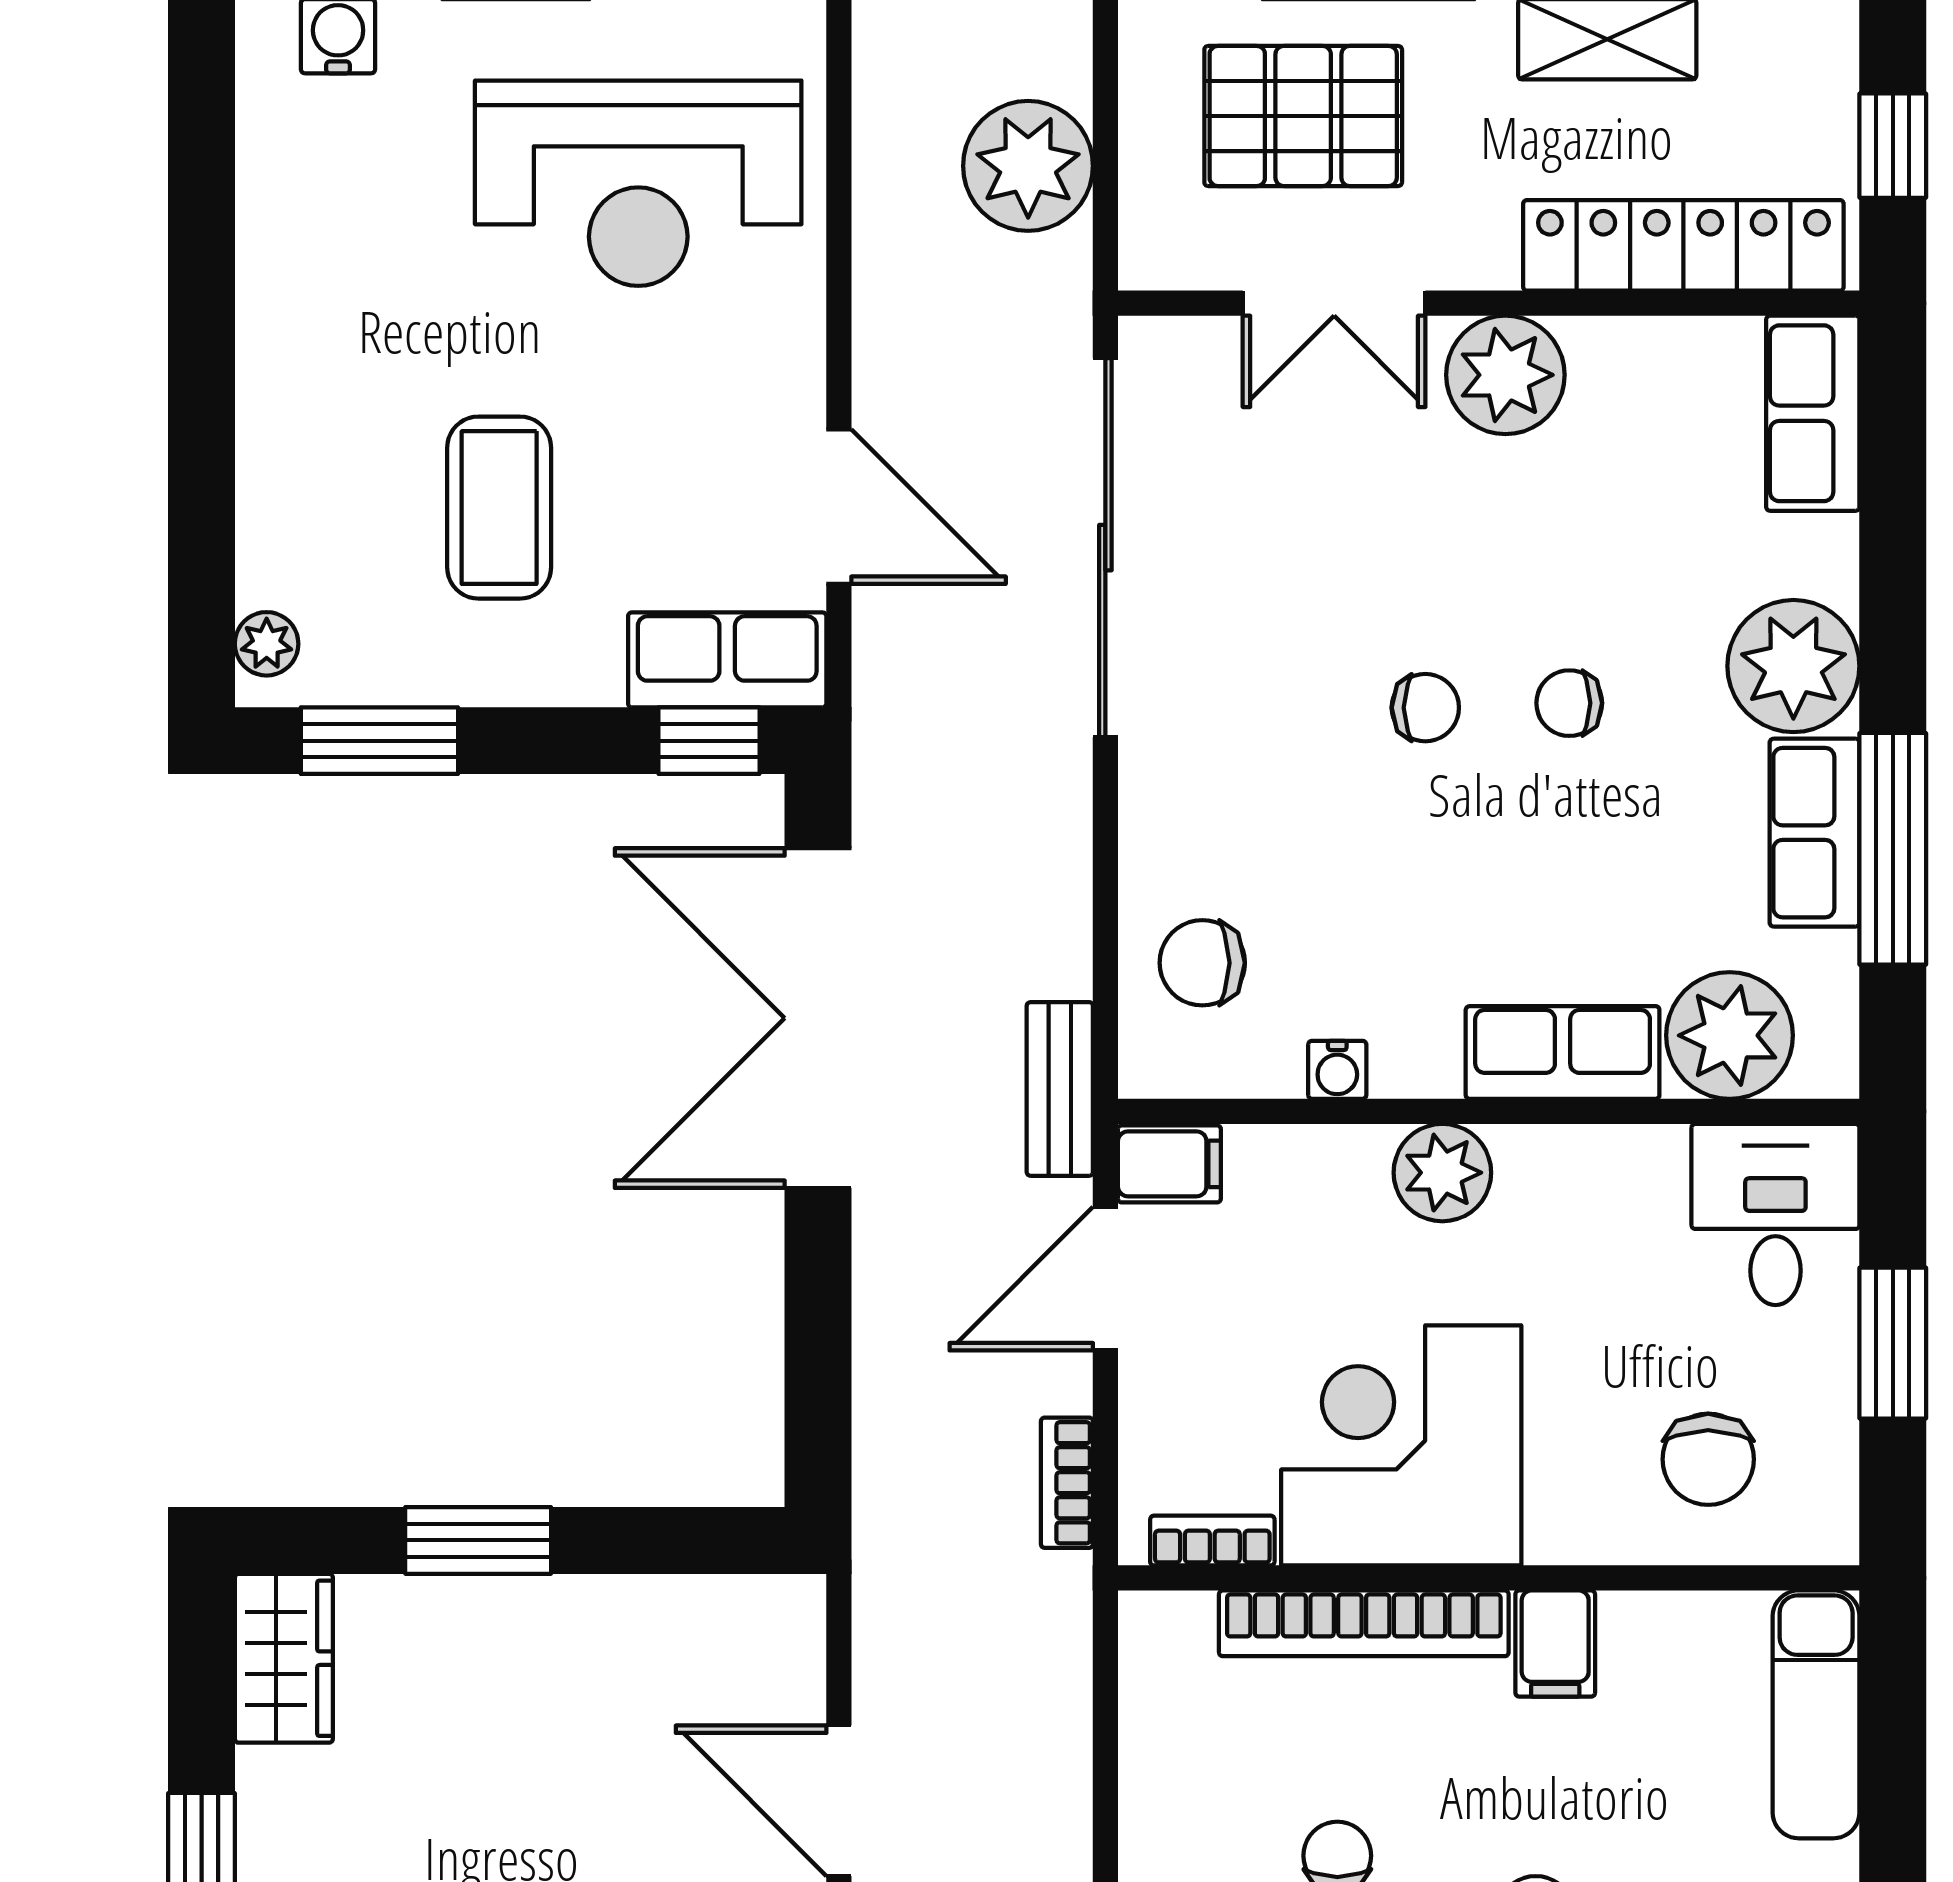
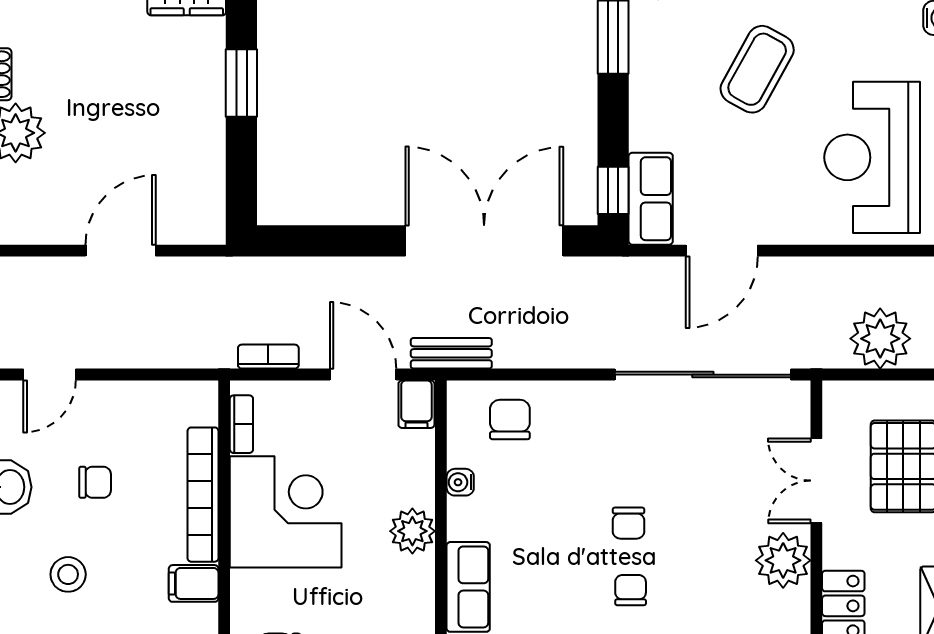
coffee table: (499, 508) -> (757, 69), moved, turned -61

